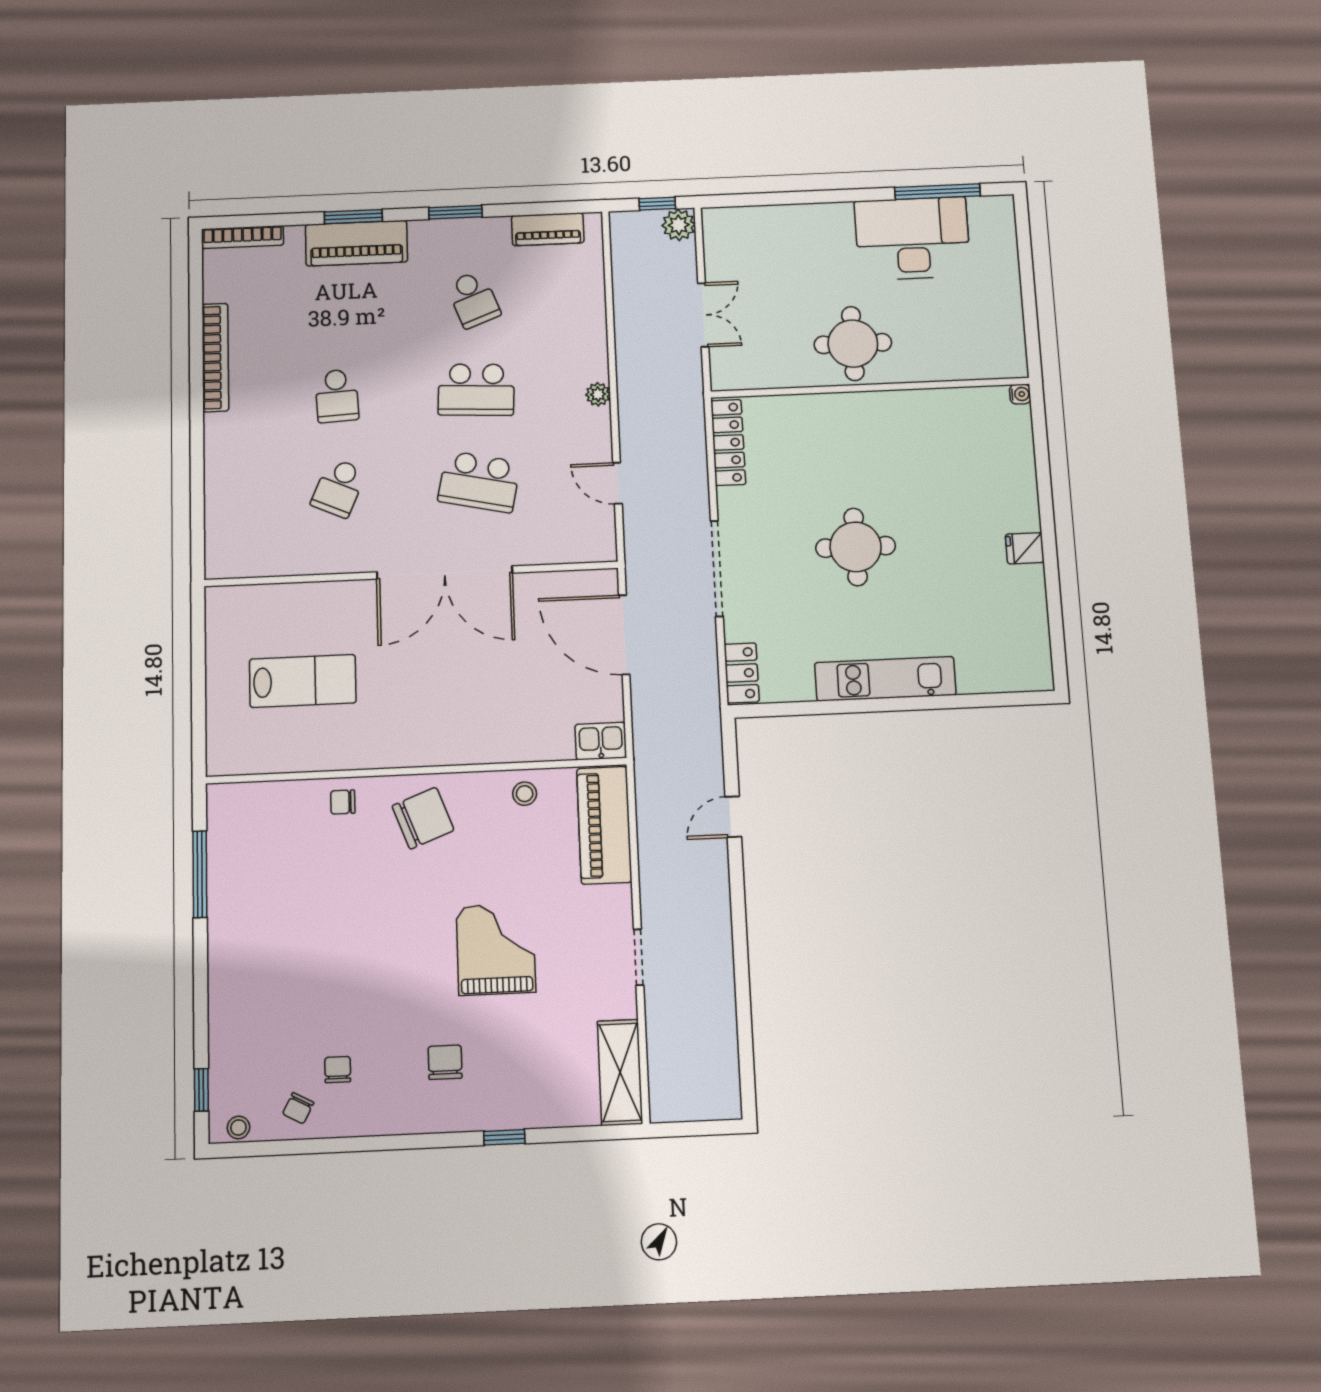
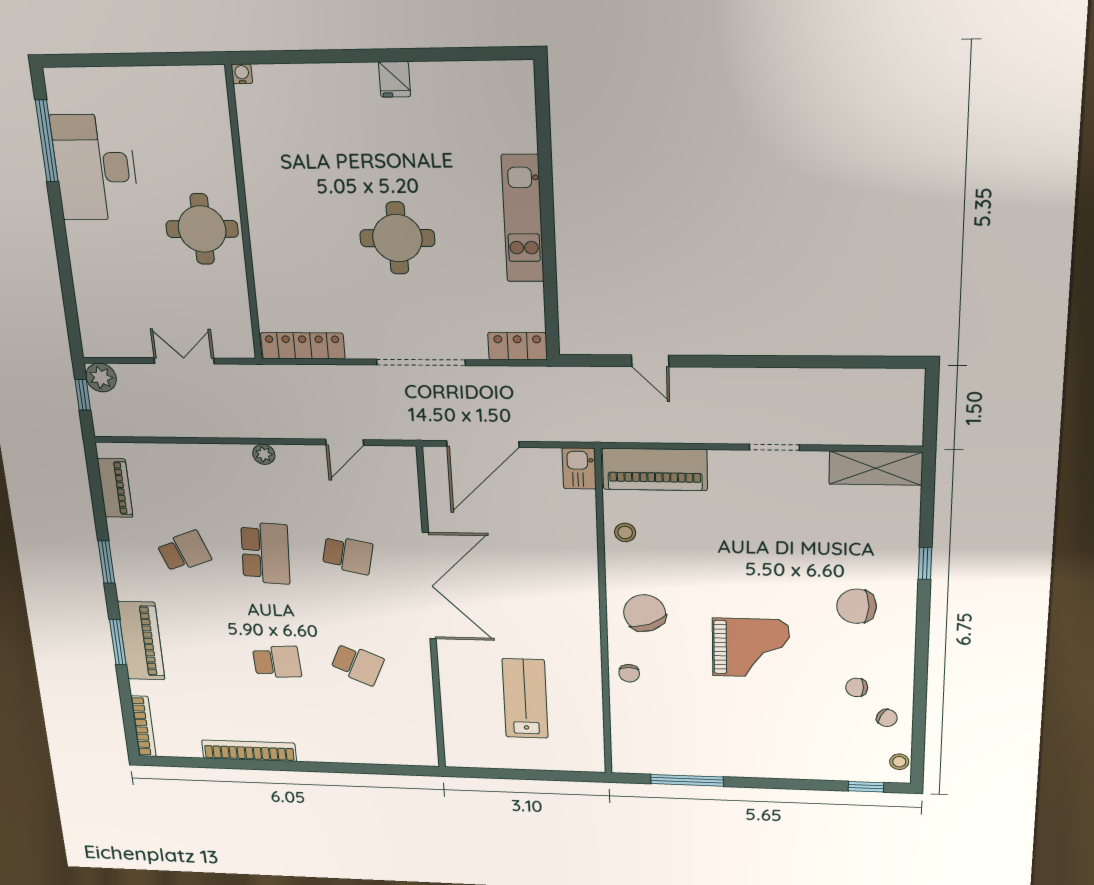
school desk: (479, 482) -> (348, 555), width x0.54
grand piano: (496, 949) -> (751, 648), moved, turned 180
chair: (445, 1062) -> (857, 606), width x1.37, depth x1.37

